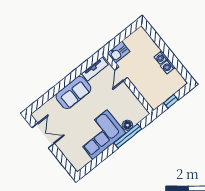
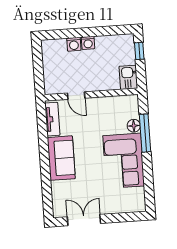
kitchen sink: (119, 52) -> (128, 77), moved, turned 180
washing machine: (168, 67) -> (74, 44), moved
window: (171, 101) -> (139, 51), moved

